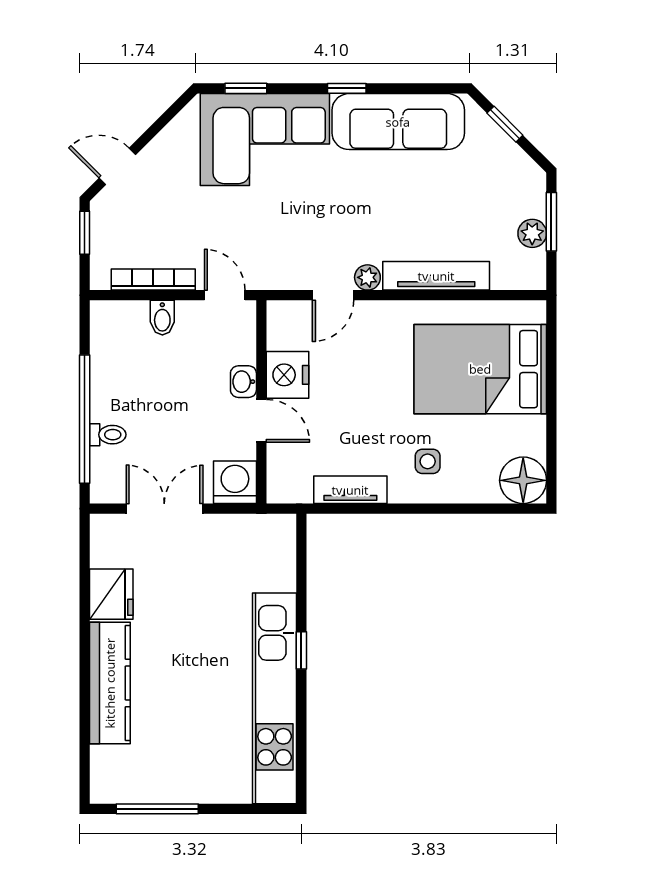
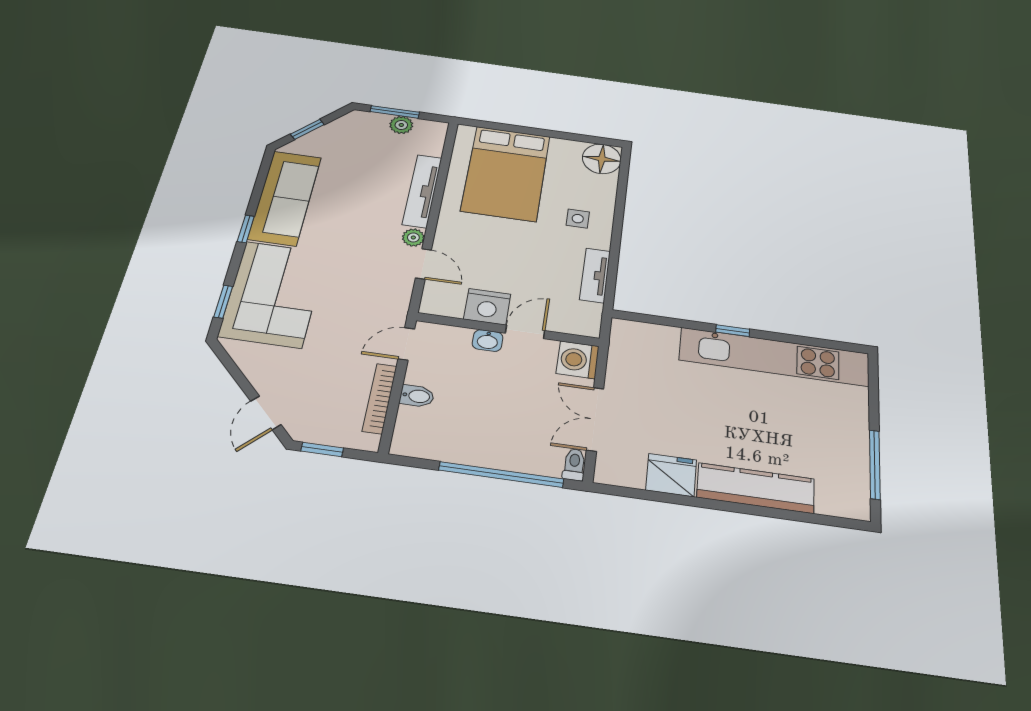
toilet: (108, 435) -> (574, 465), moved

